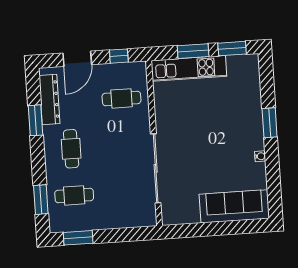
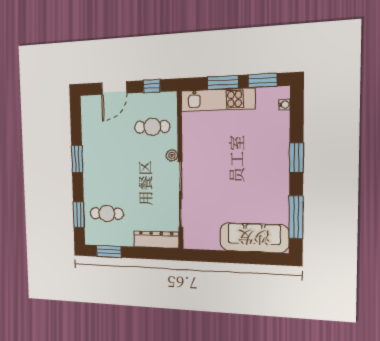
dresser: (49, 99) -> (156, 240), moved, turned -90
window: (36, 120) -> (77, 159), moved
plant: (144, 127) -> (172, 155), added
cafe table: (71, 149) -> (106, 171), removed
water cooler: (260, 156) -> (284, 105), moved
window: (274, 182) -> (296, 217), added

